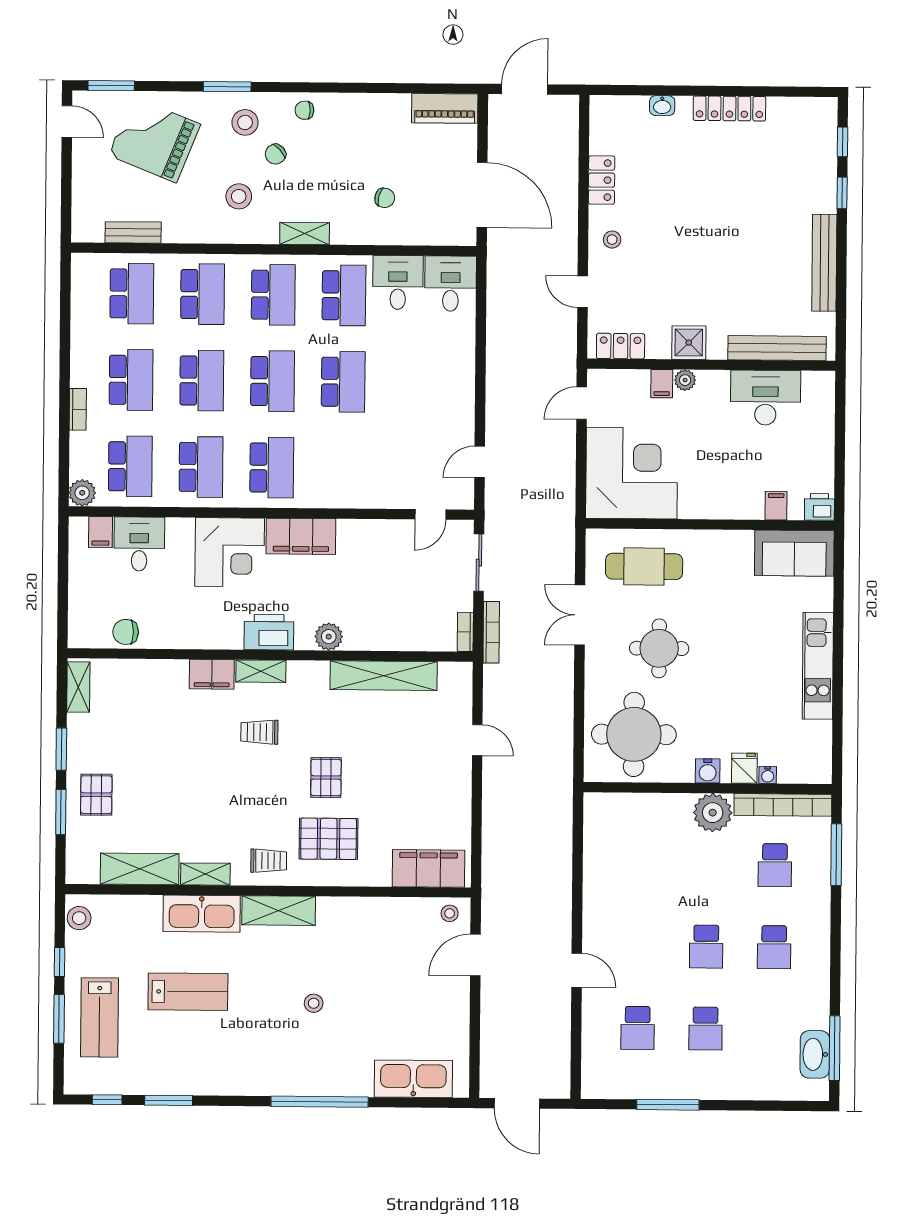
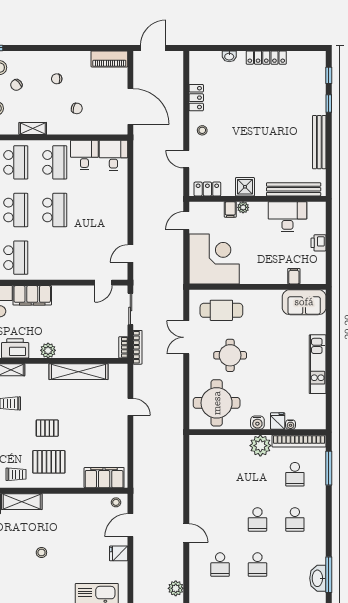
chair: (304, 110) -> (57, 79), moved
printer: (819, 507) -> (319, 243), moved, turned -90
pallet: (326, 778) -> (47, 428), turned 90
fridge: (454, 1006) -> (119, 553), added
plant: (557, 1070) -> (176, 588), added

